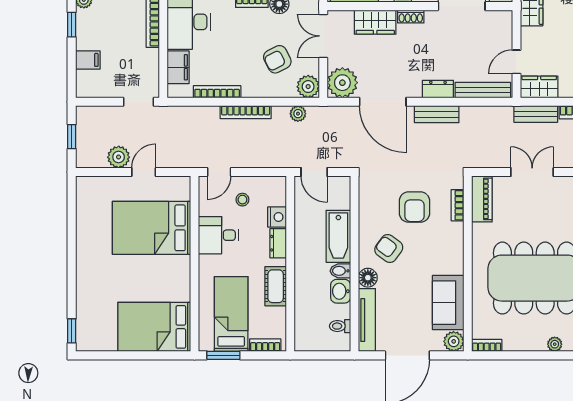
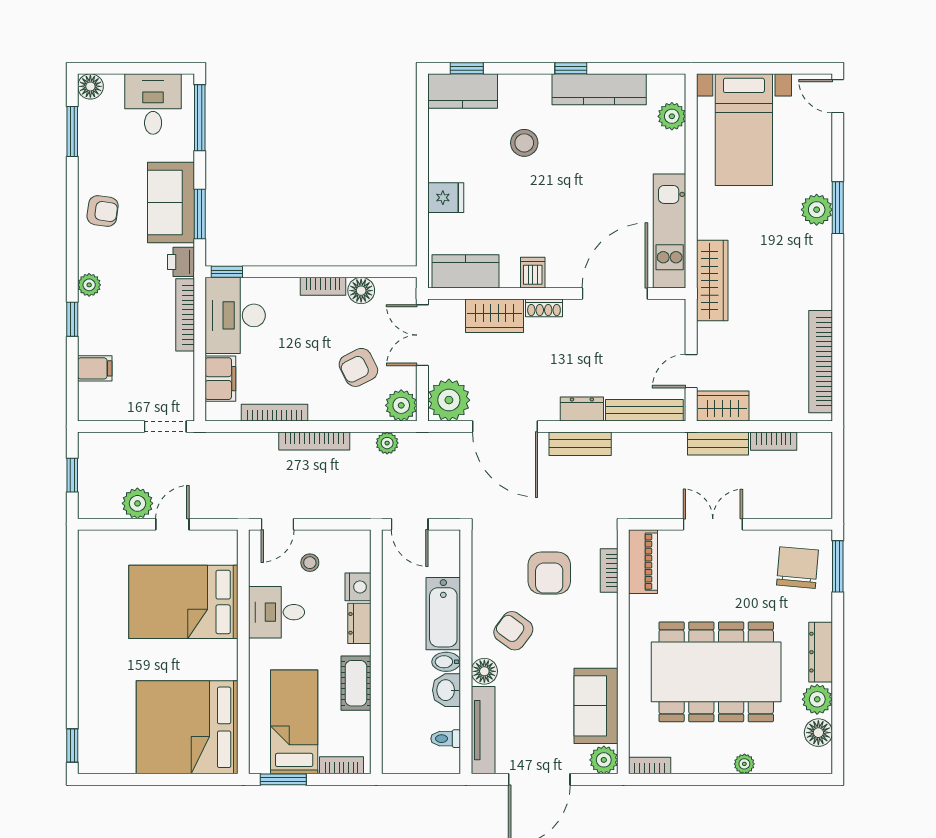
bed: (154, 327) -> (187, 727), width x1.36

